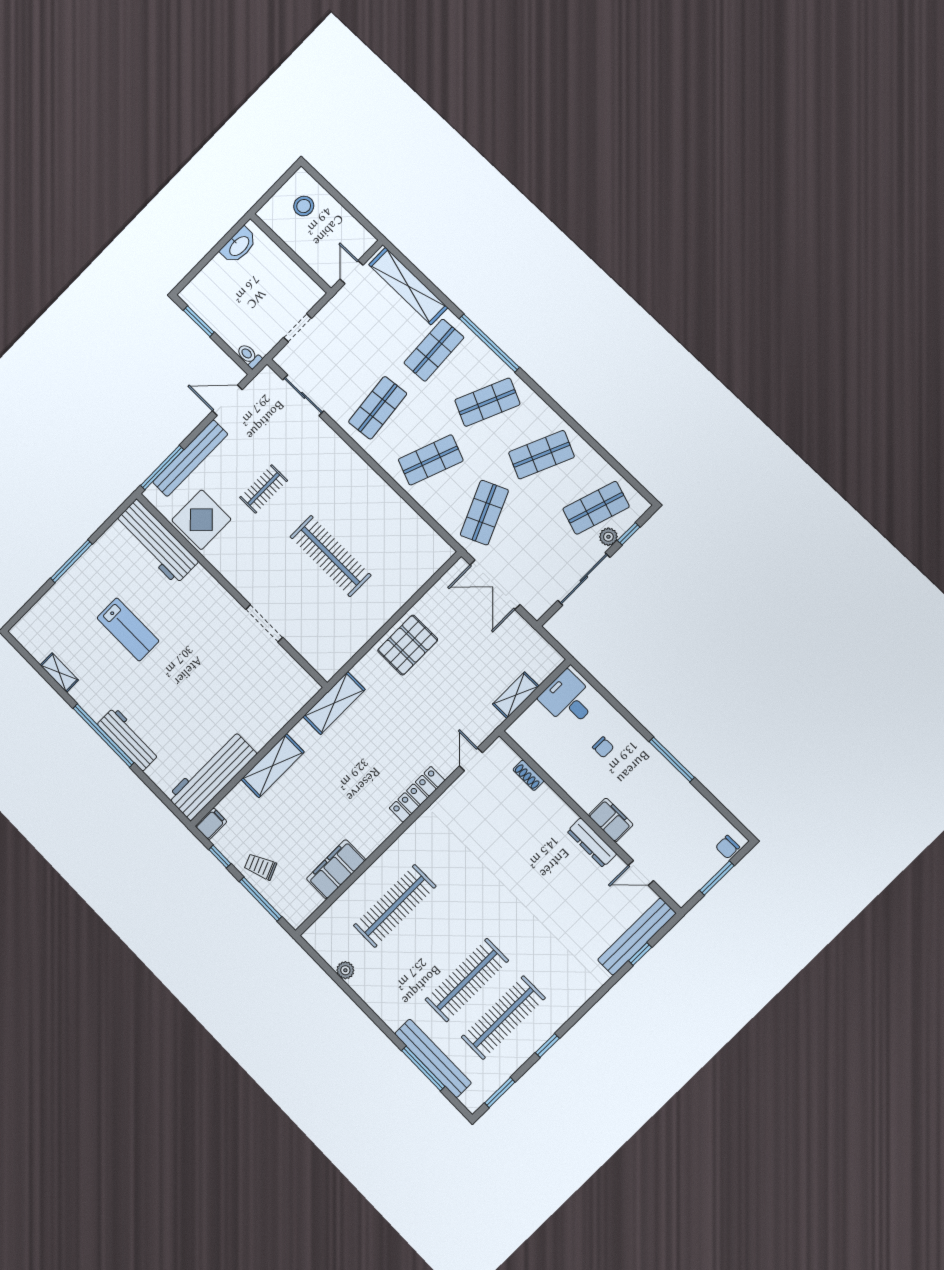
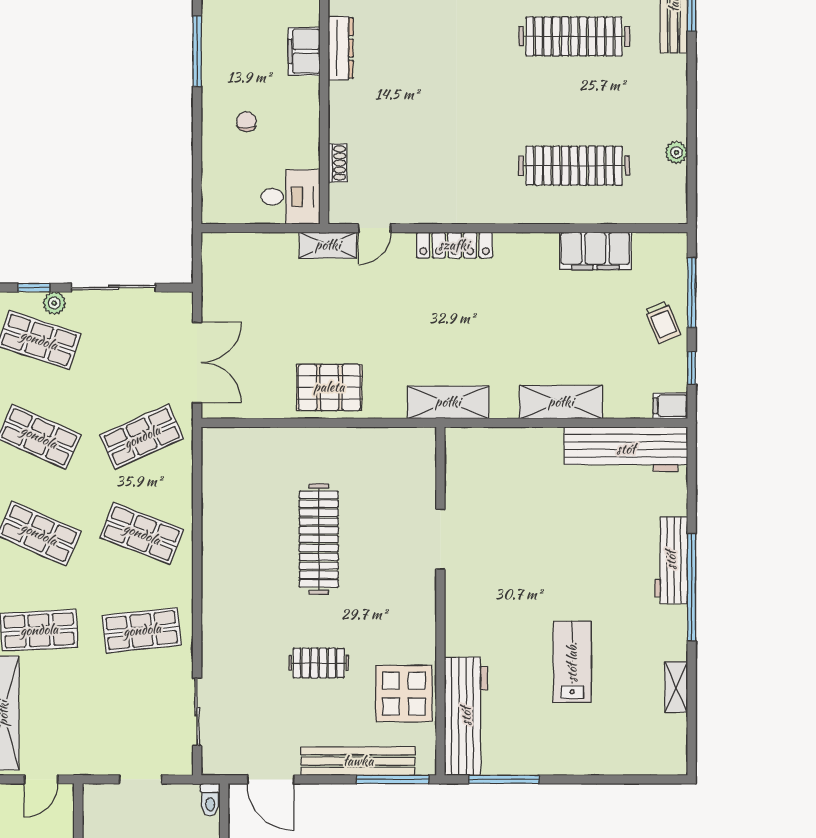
window: (71, 561) -> (504, 779), moved
shelving: (516, 695) -> (328, 245), moved
desk: (568, 699) -> (291, 197), moved, turned -90

